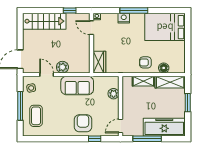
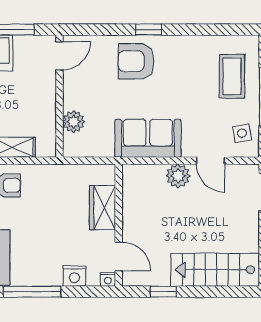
nightstand: (124, 18) -> (74, 276), moved
wardrobe: (99, 62) -> (103, 208), moved
armchair: (83, 123) -> (136, 61), turned 90
window: (95, 139) -> (149, 30), moved

